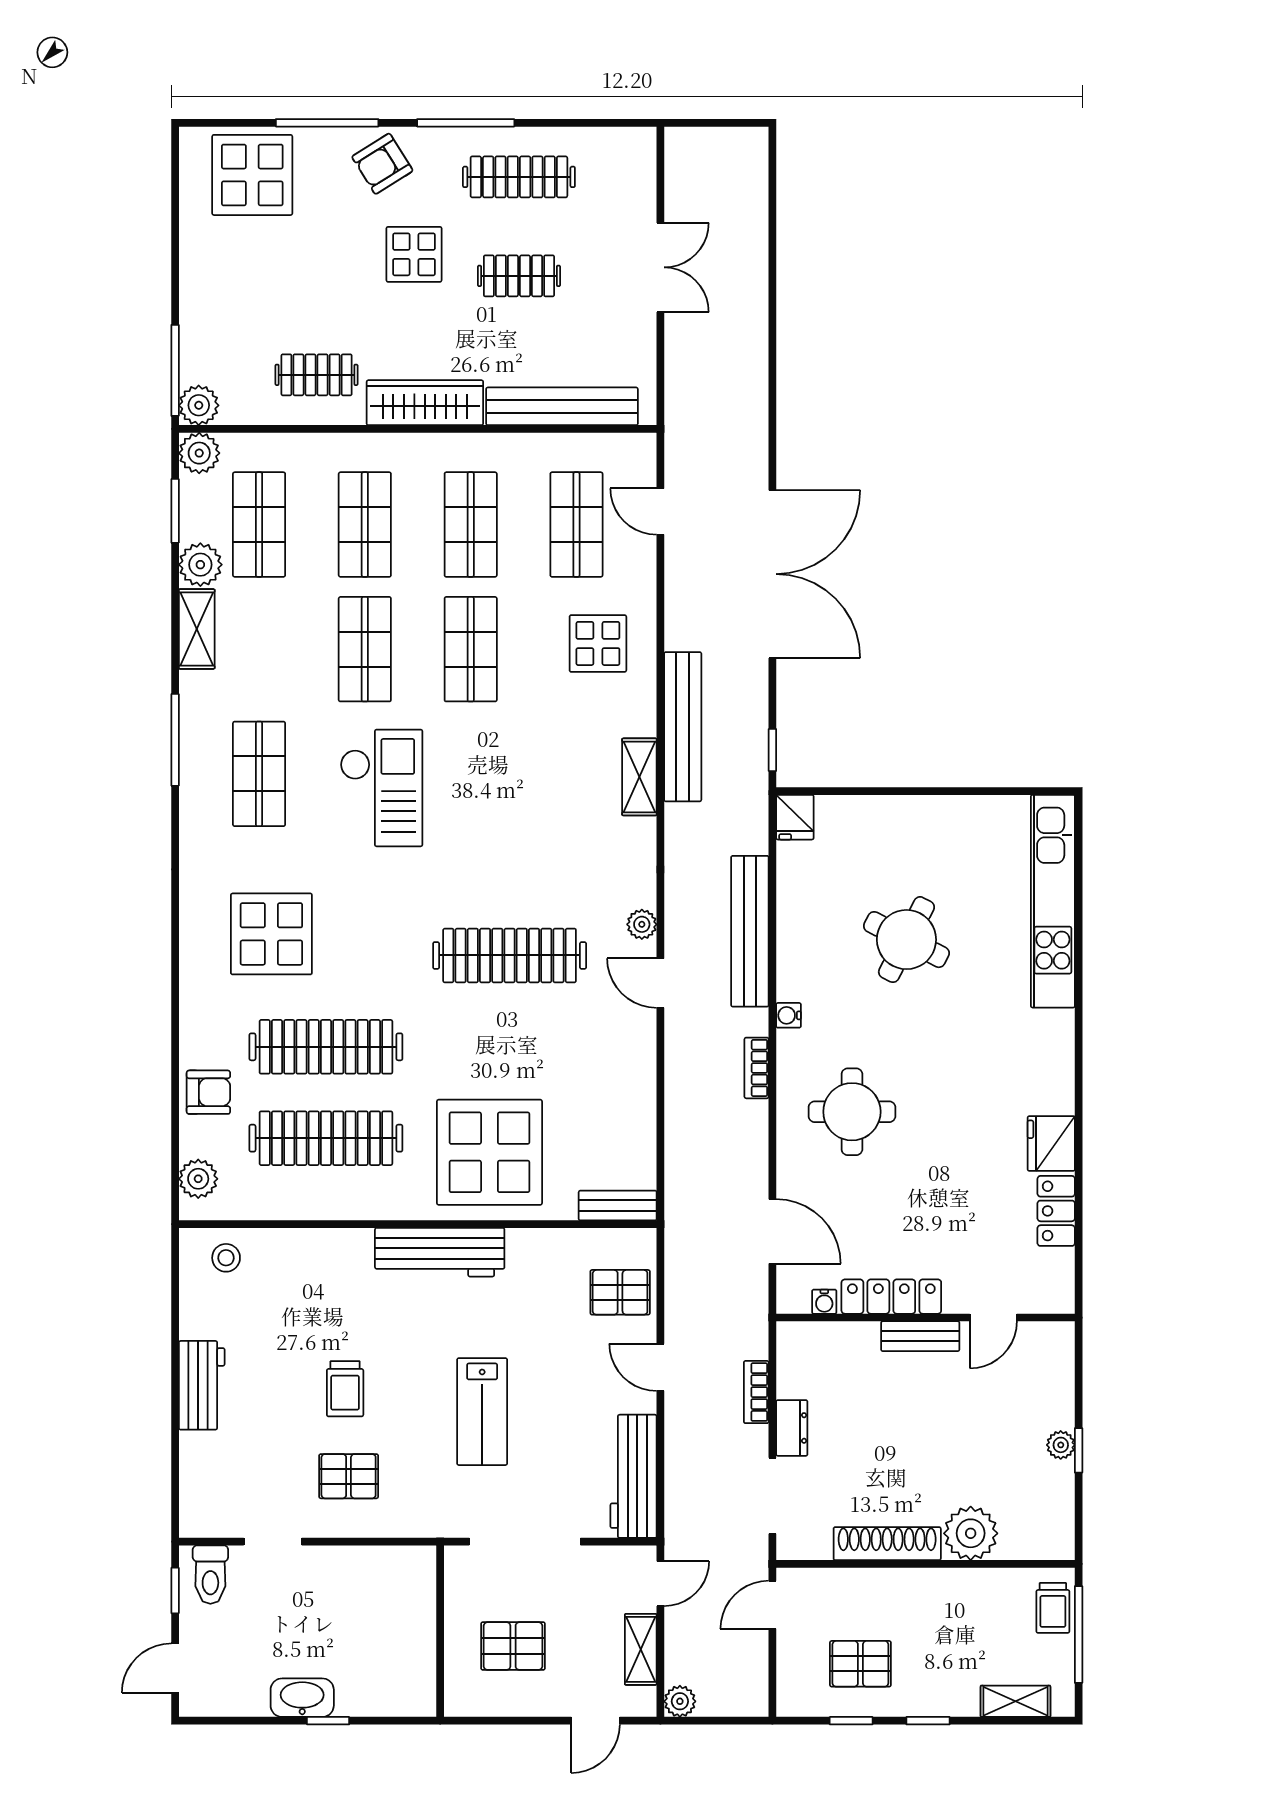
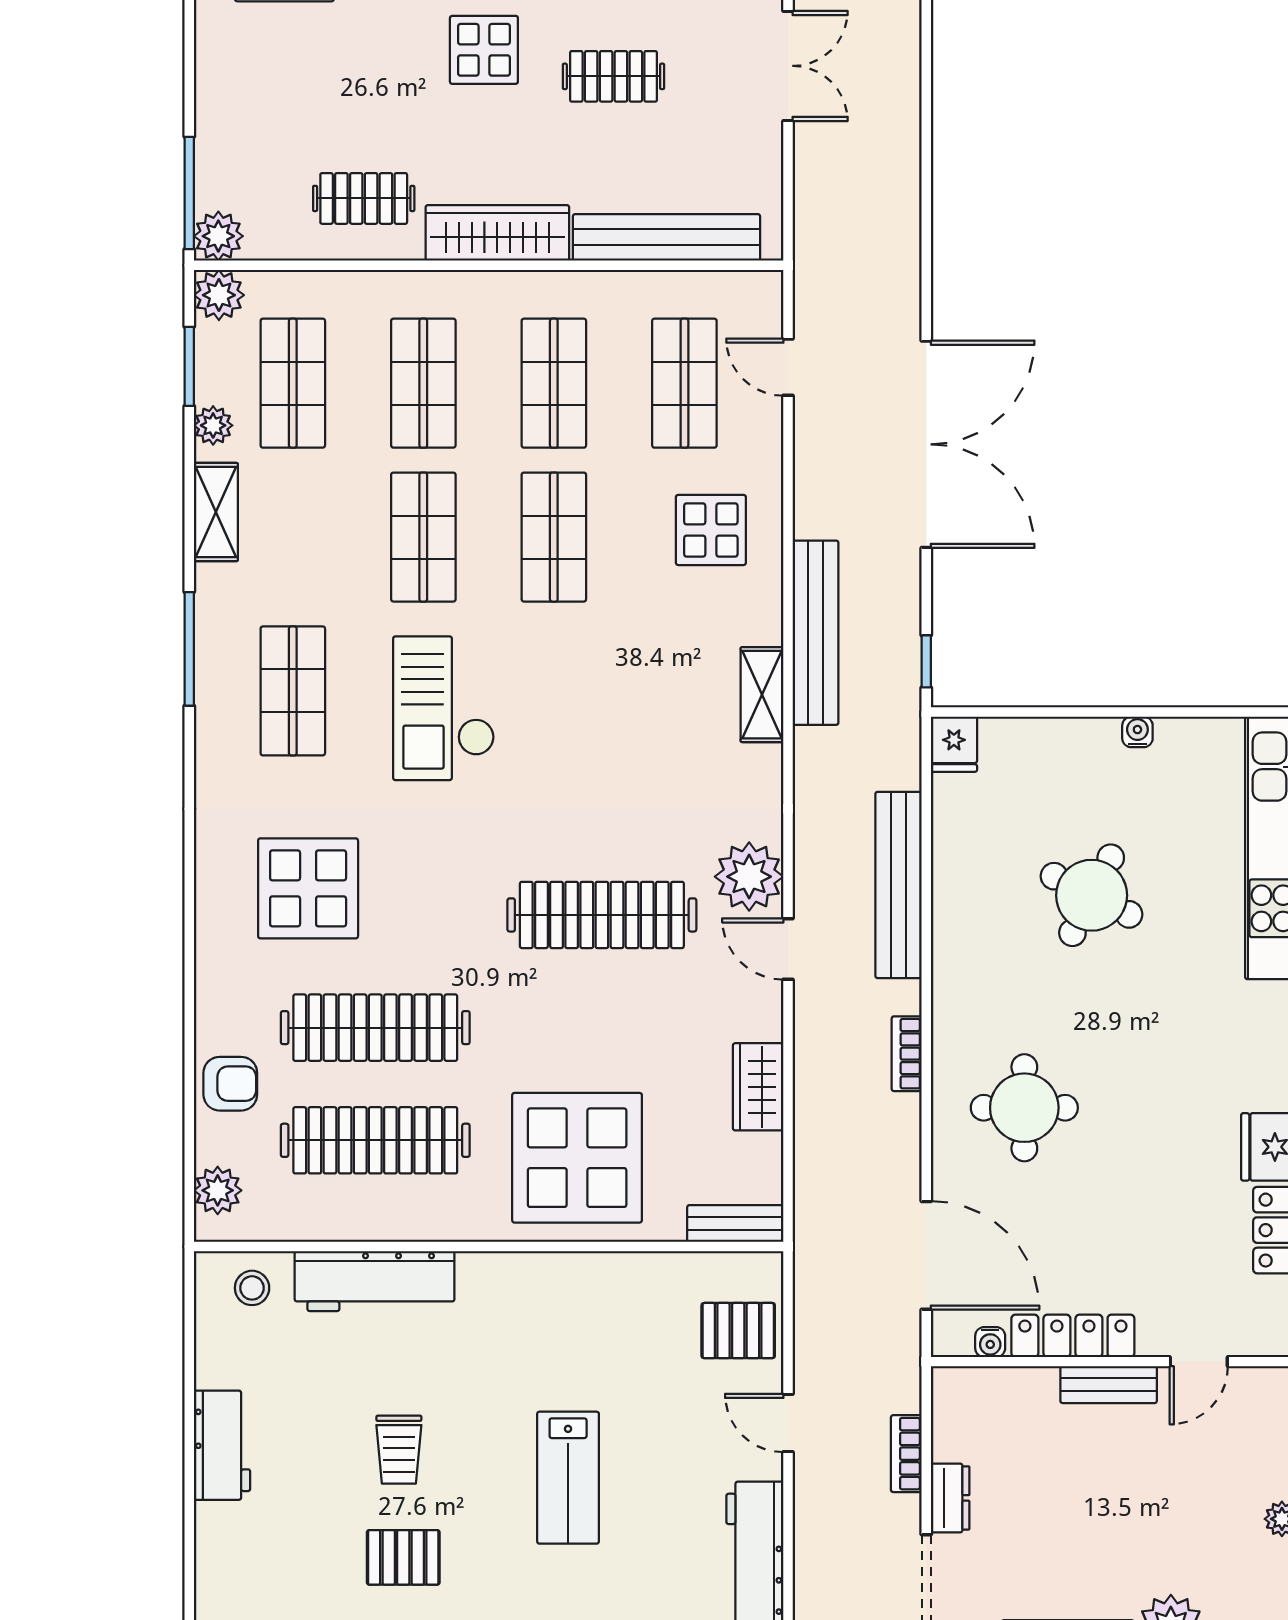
plant: (200, 565) -> (213, 425), width x0.73, depth x0.73
checkout: (381, 788) -> (444, 708), turned 180
plant: (642, 924) -> (749, 877), width x1.88, depth x1.88
water cooler: (789, 1015) -> (1137, 732), moved, turned 90
wardrobe: (636, 1095) -> (758, 1087), added
door: (772, 1231) -> (926, 1255), width x1.36
workbench: (440, 1252) -> (375, 1281), moved

